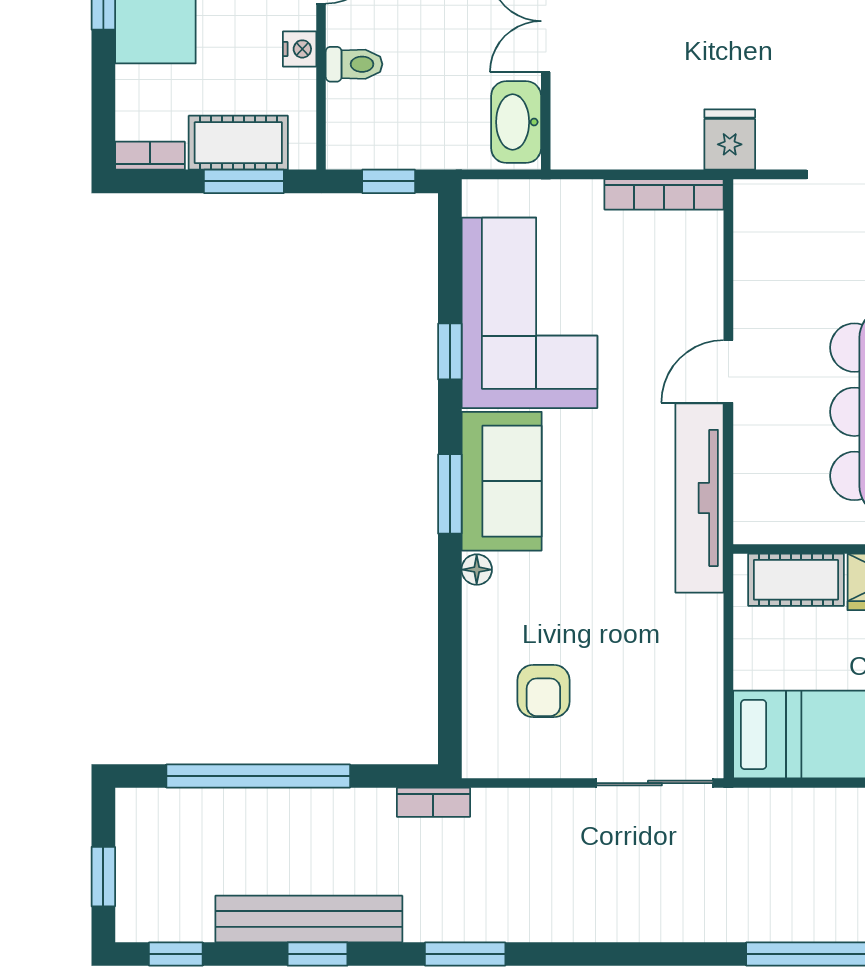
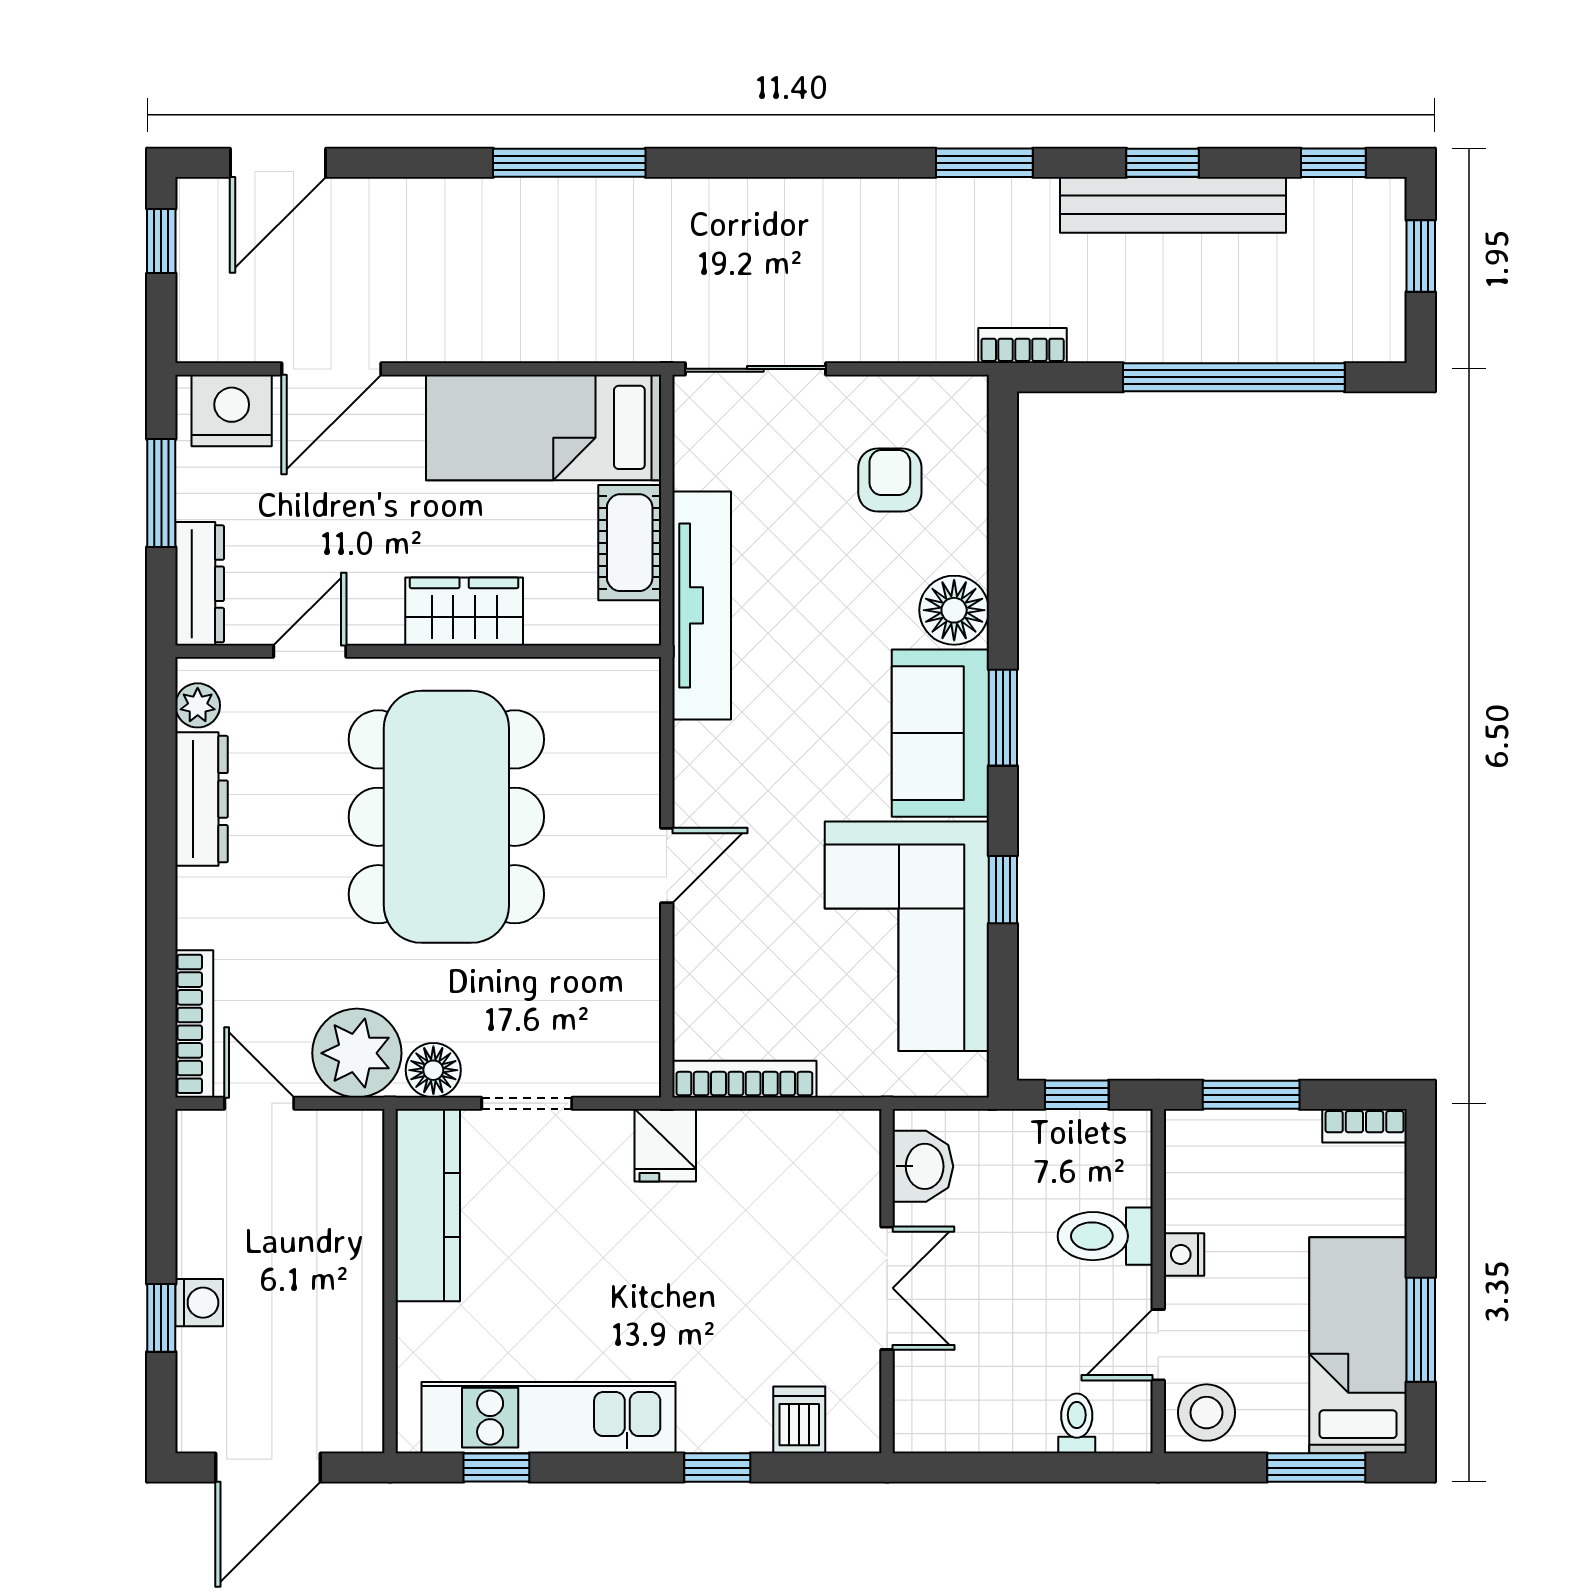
toilet: (354, 64) -> (1105, 1236), width x1.37, depth x1.39
washbasin: (516, 122) -> (923, 1166), width x0.72
cot: (238, 143) -> (1258, 1141), removed
tv unit: (699, 498) -> (702, 605), moved
floor lamp: (477, 570) -> (954, 610), width x1.89, depth x1.89
cot: (796, 580) -> (630, 543), moved, turned 90

